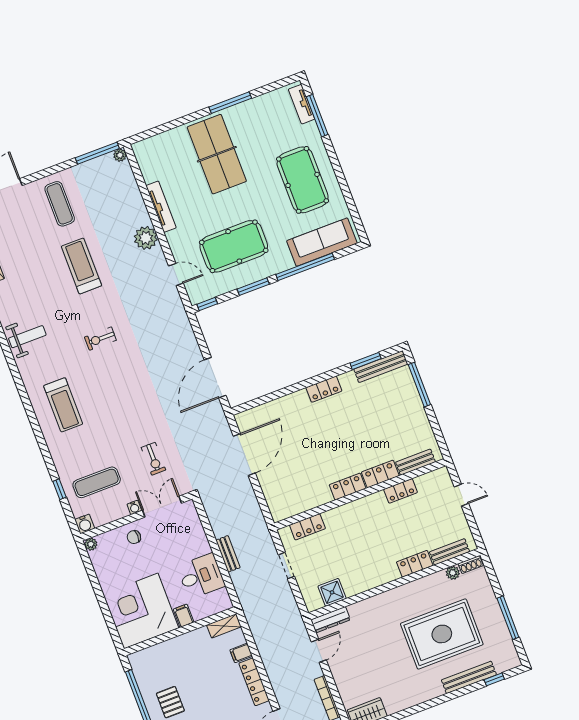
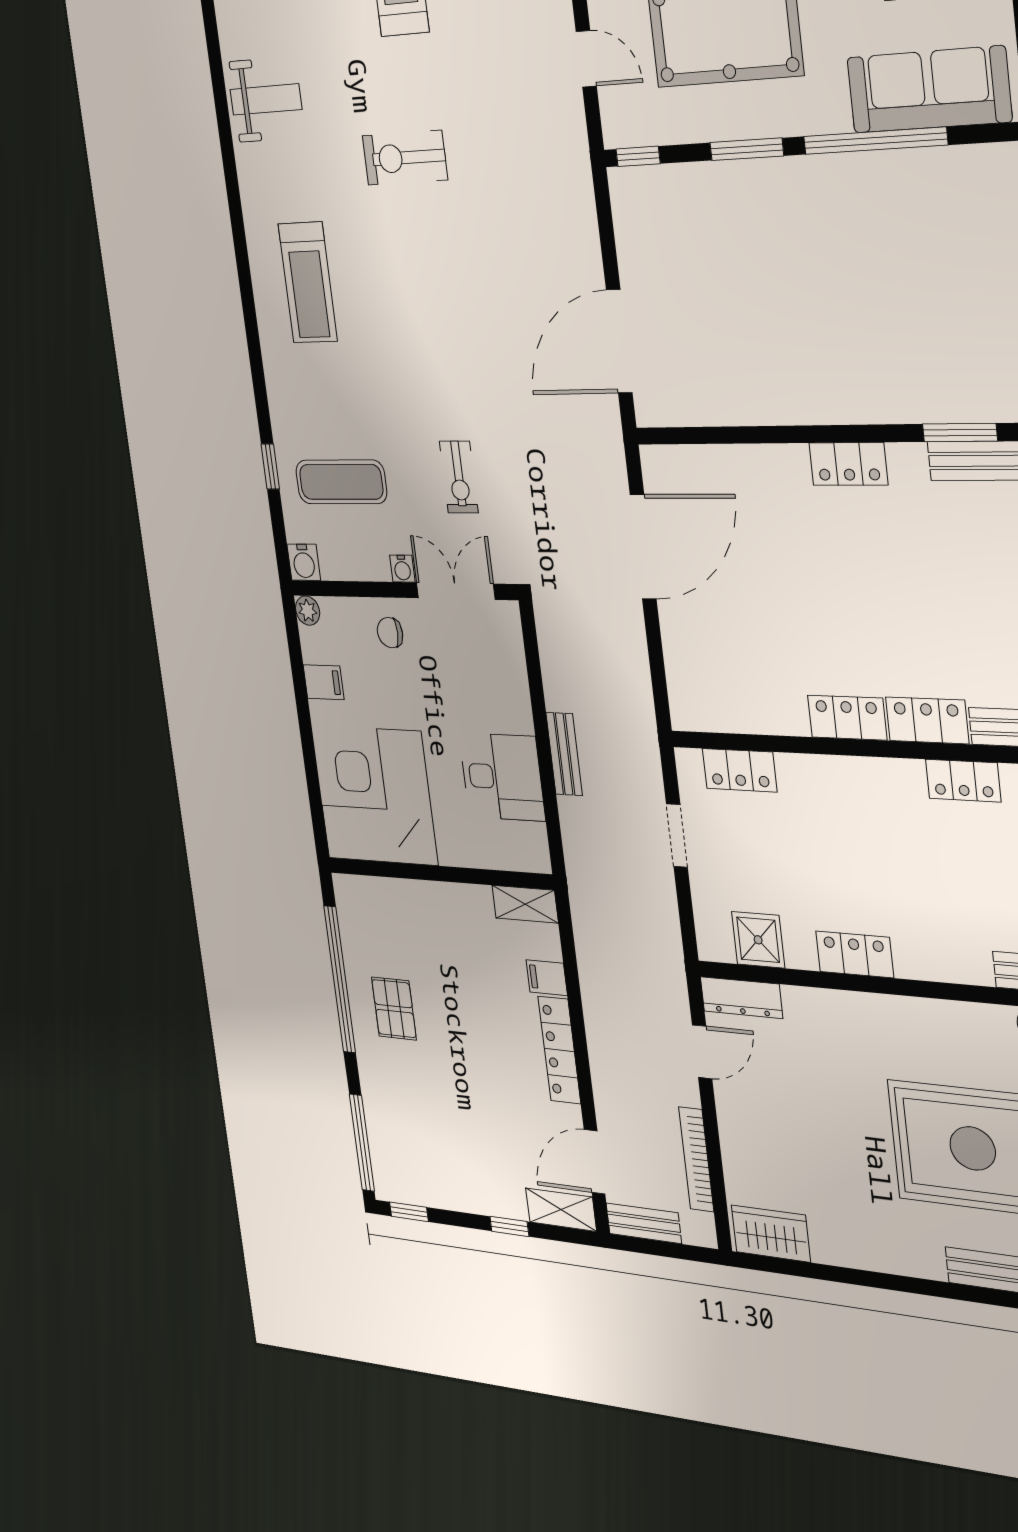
exercise bike: (100, 339) -> (405, 158), width x1.38, depth x1.39
locker: (415, 564) -> (855, 954), moved
filing cabinet: (184, 616) -> (324, 682), moved, turned 90

